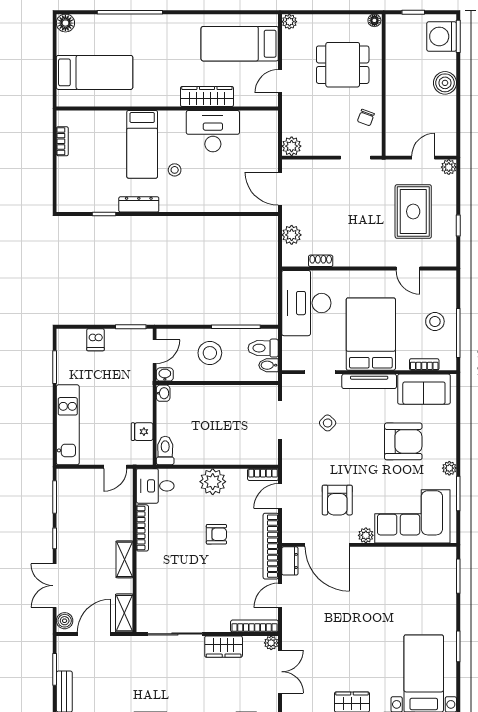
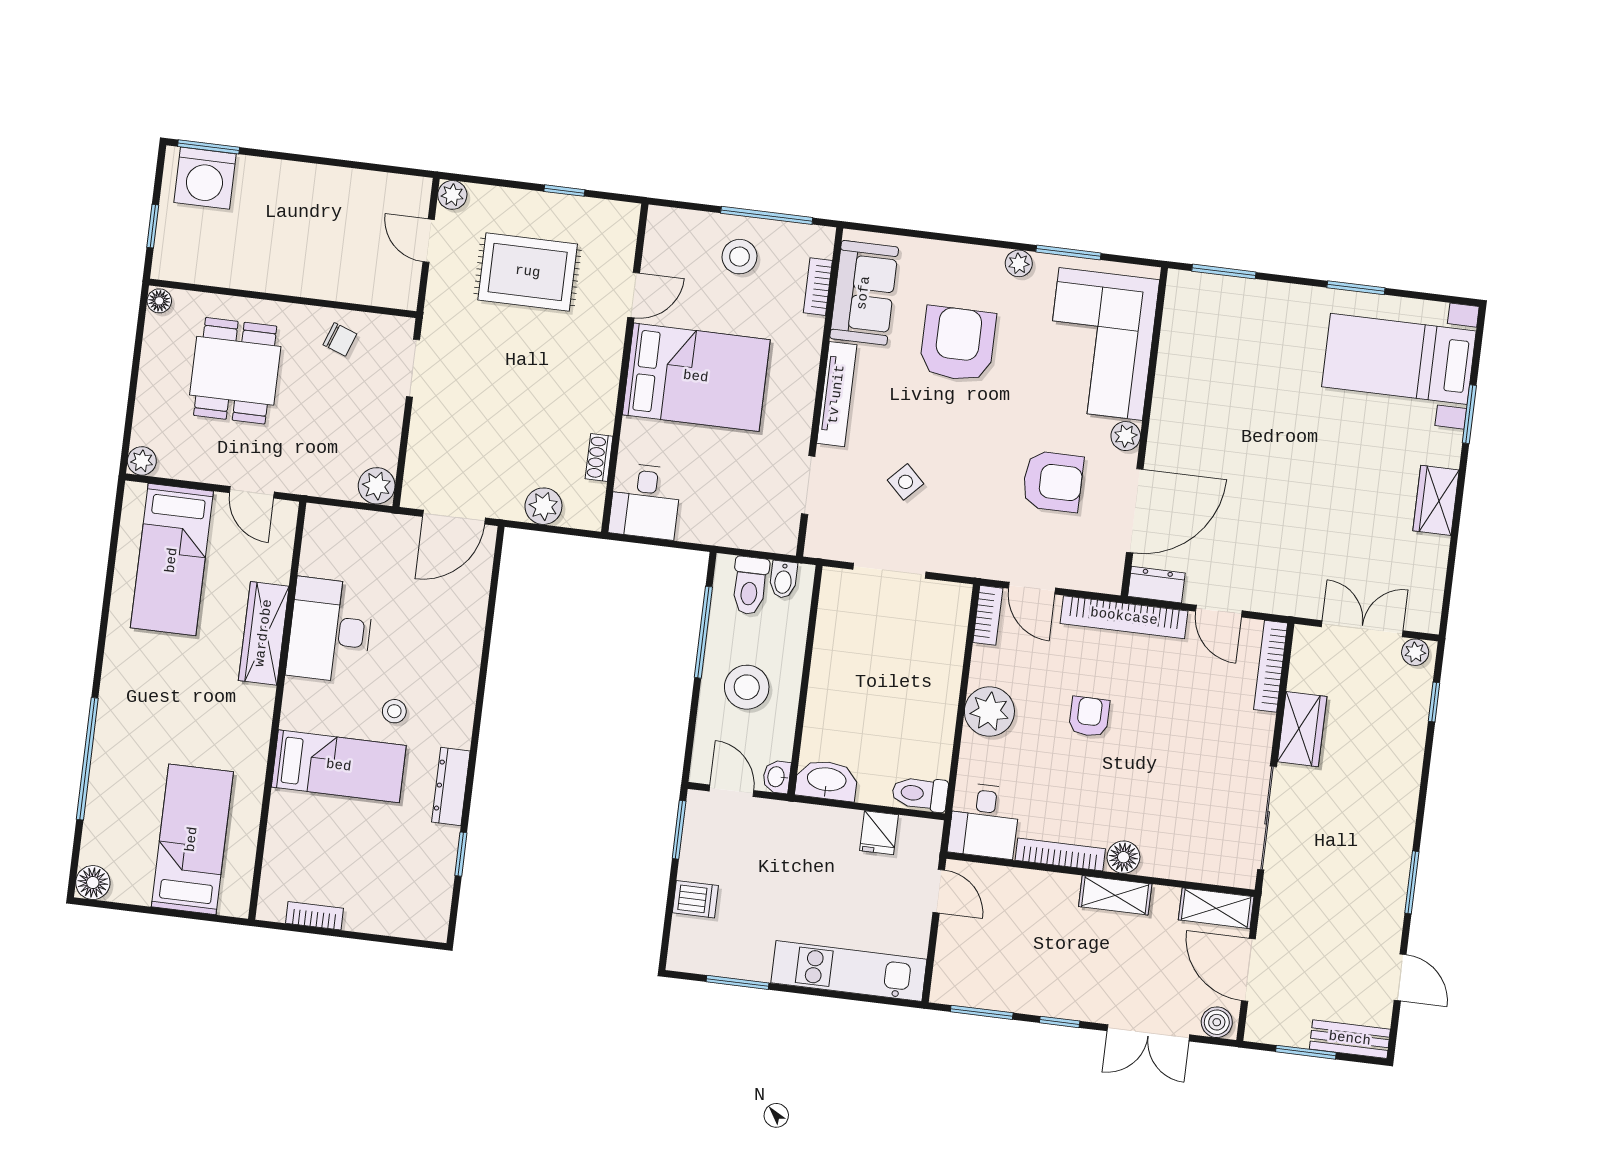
boiler: (445, 83) -> (293, 183), removed
desk: (306, 303) -> (645, 501), width x0.53, depth x0.77
bed: (371, 334) -> (696, 377), moved, turned 180
washbasin: (163, 393) -> (827, 780), width x1.91, depth x1.45
floor lamp: (145, 561) -> (1123, 857), added
plant: (271, 643) -> (1415, 652), moved

